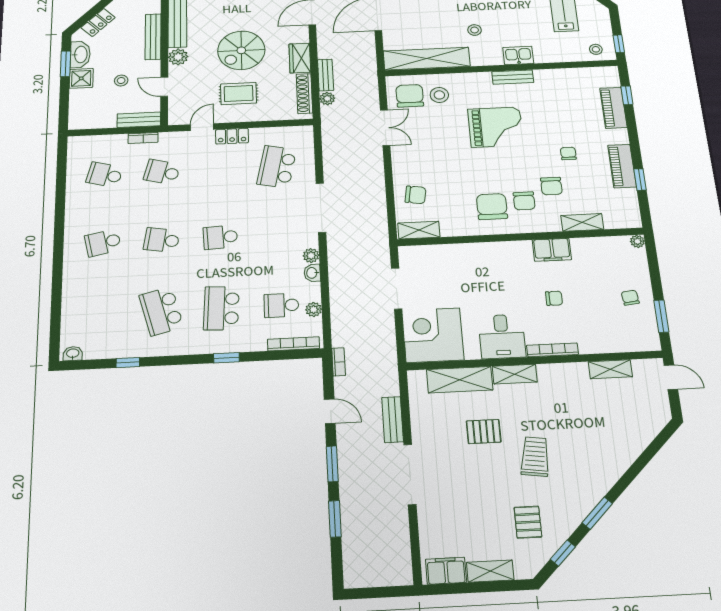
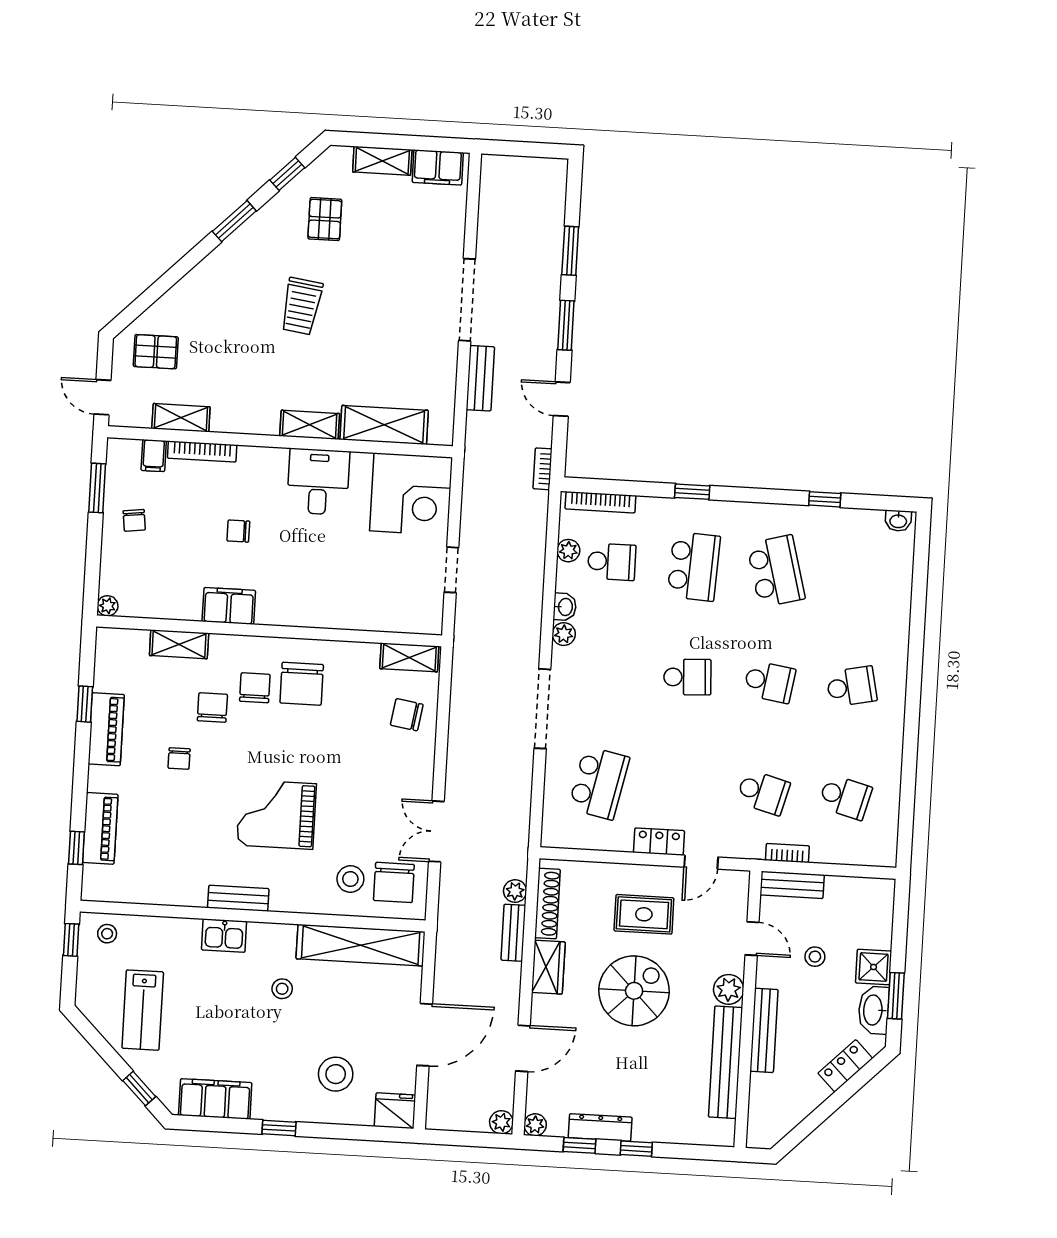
doorway: (397, 289) -> (451, 570), width x0.73
filing cabinet: (625, 342) -> (154, 456), added
bookcase: (552, 350) -> (202, 452), moved
pallet: (484, 431) -> (156, 352), moved

